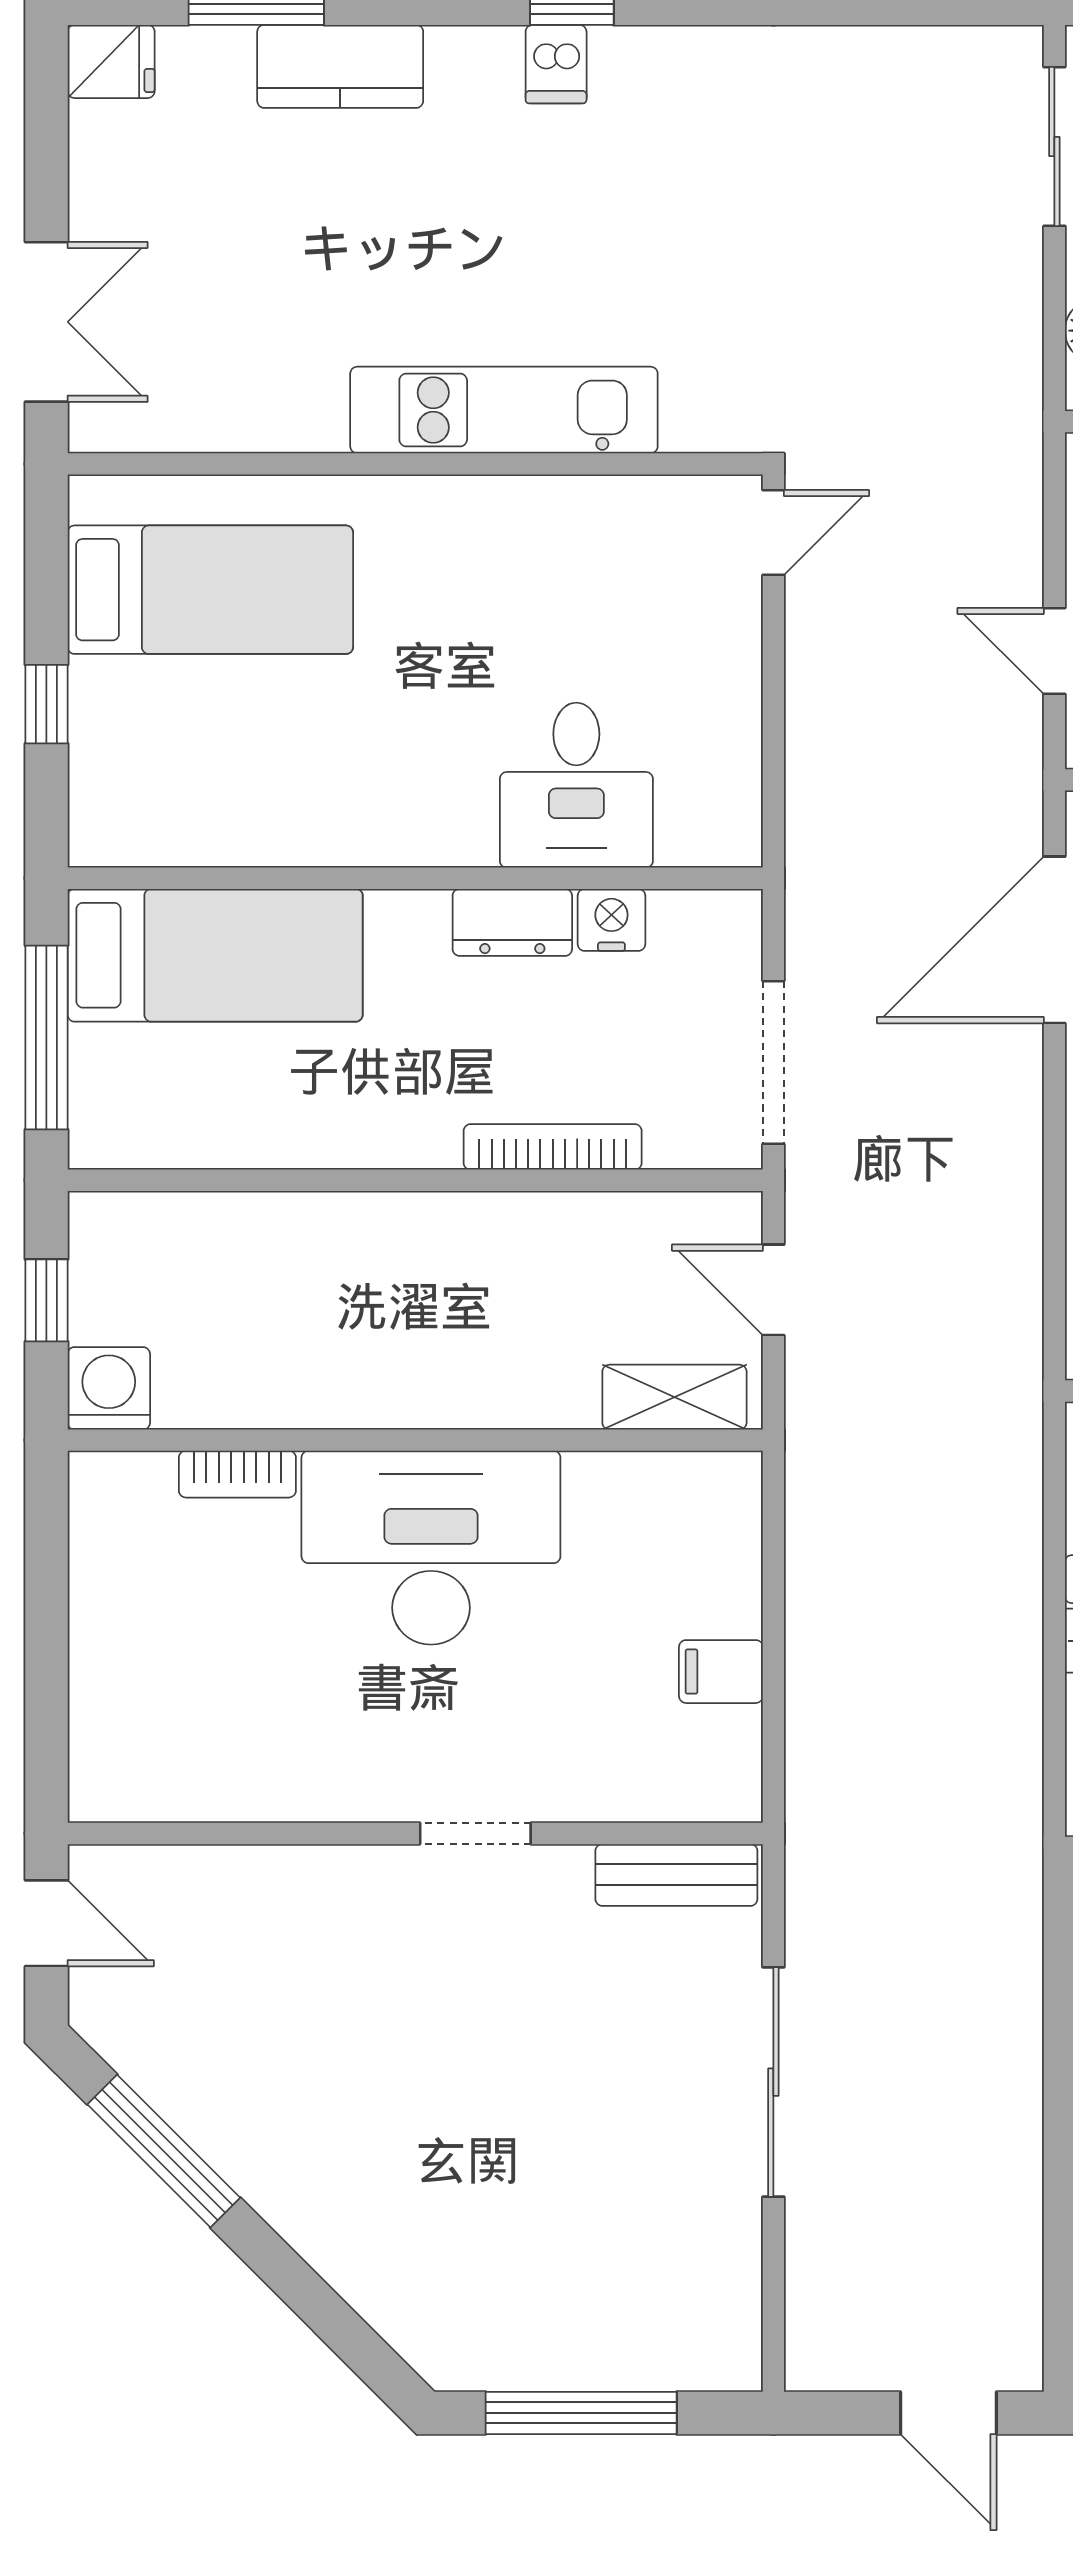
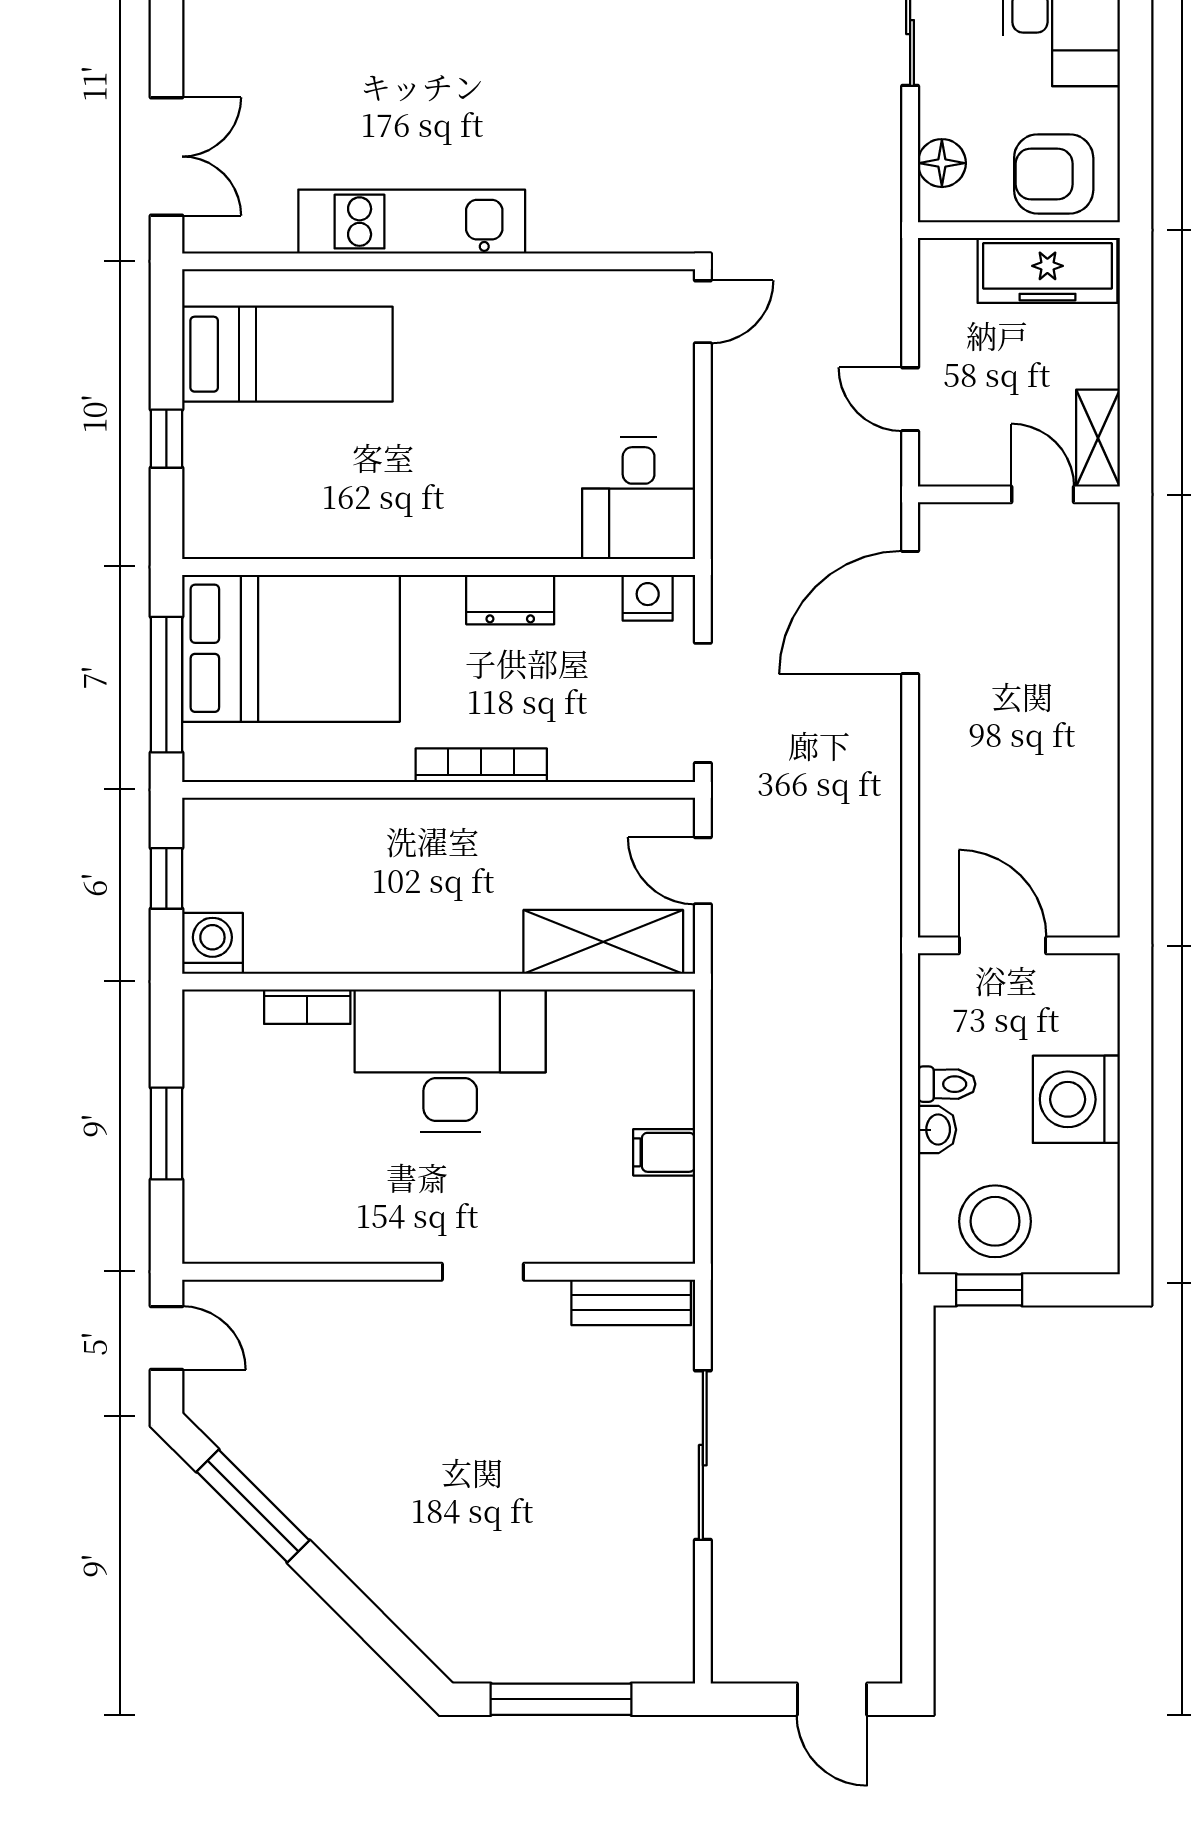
kitchen unit: (504, 410) -> (412, 222), moved
desk: (576, 785) -> (639, 498), moved
nightstand: (611, 920) -> (648, 598), moved
bed: (215, 955) -> (291, 648), width x1.50
bookcase: (553, 1147) -> (481, 765), moved
shelving: (674, 1397) -> (603, 942), width x1.50, depth x1.33
window: (46, 1646) -> (166, 1133), added

